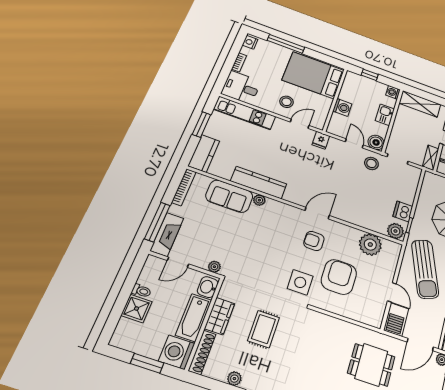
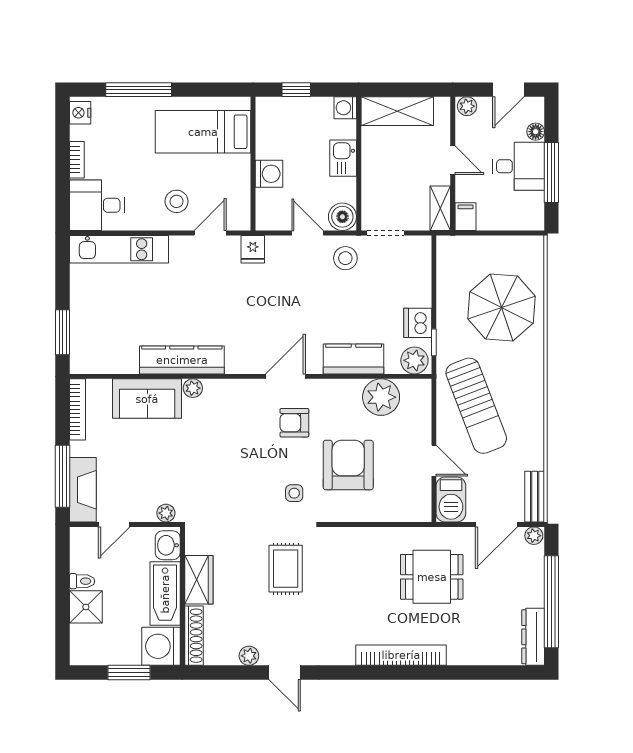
bed: (313, 75) -> (203, 132), width x0.67
window: (201, 125) -> (63, 332), moved
kitchen counter: (204, 153) -> (354, 359), moved, turned -90
side table: (300, 282) -> (294, 493), width x0.54, depth x0.54
rug: (264, 329) -> (286, 569), moved

